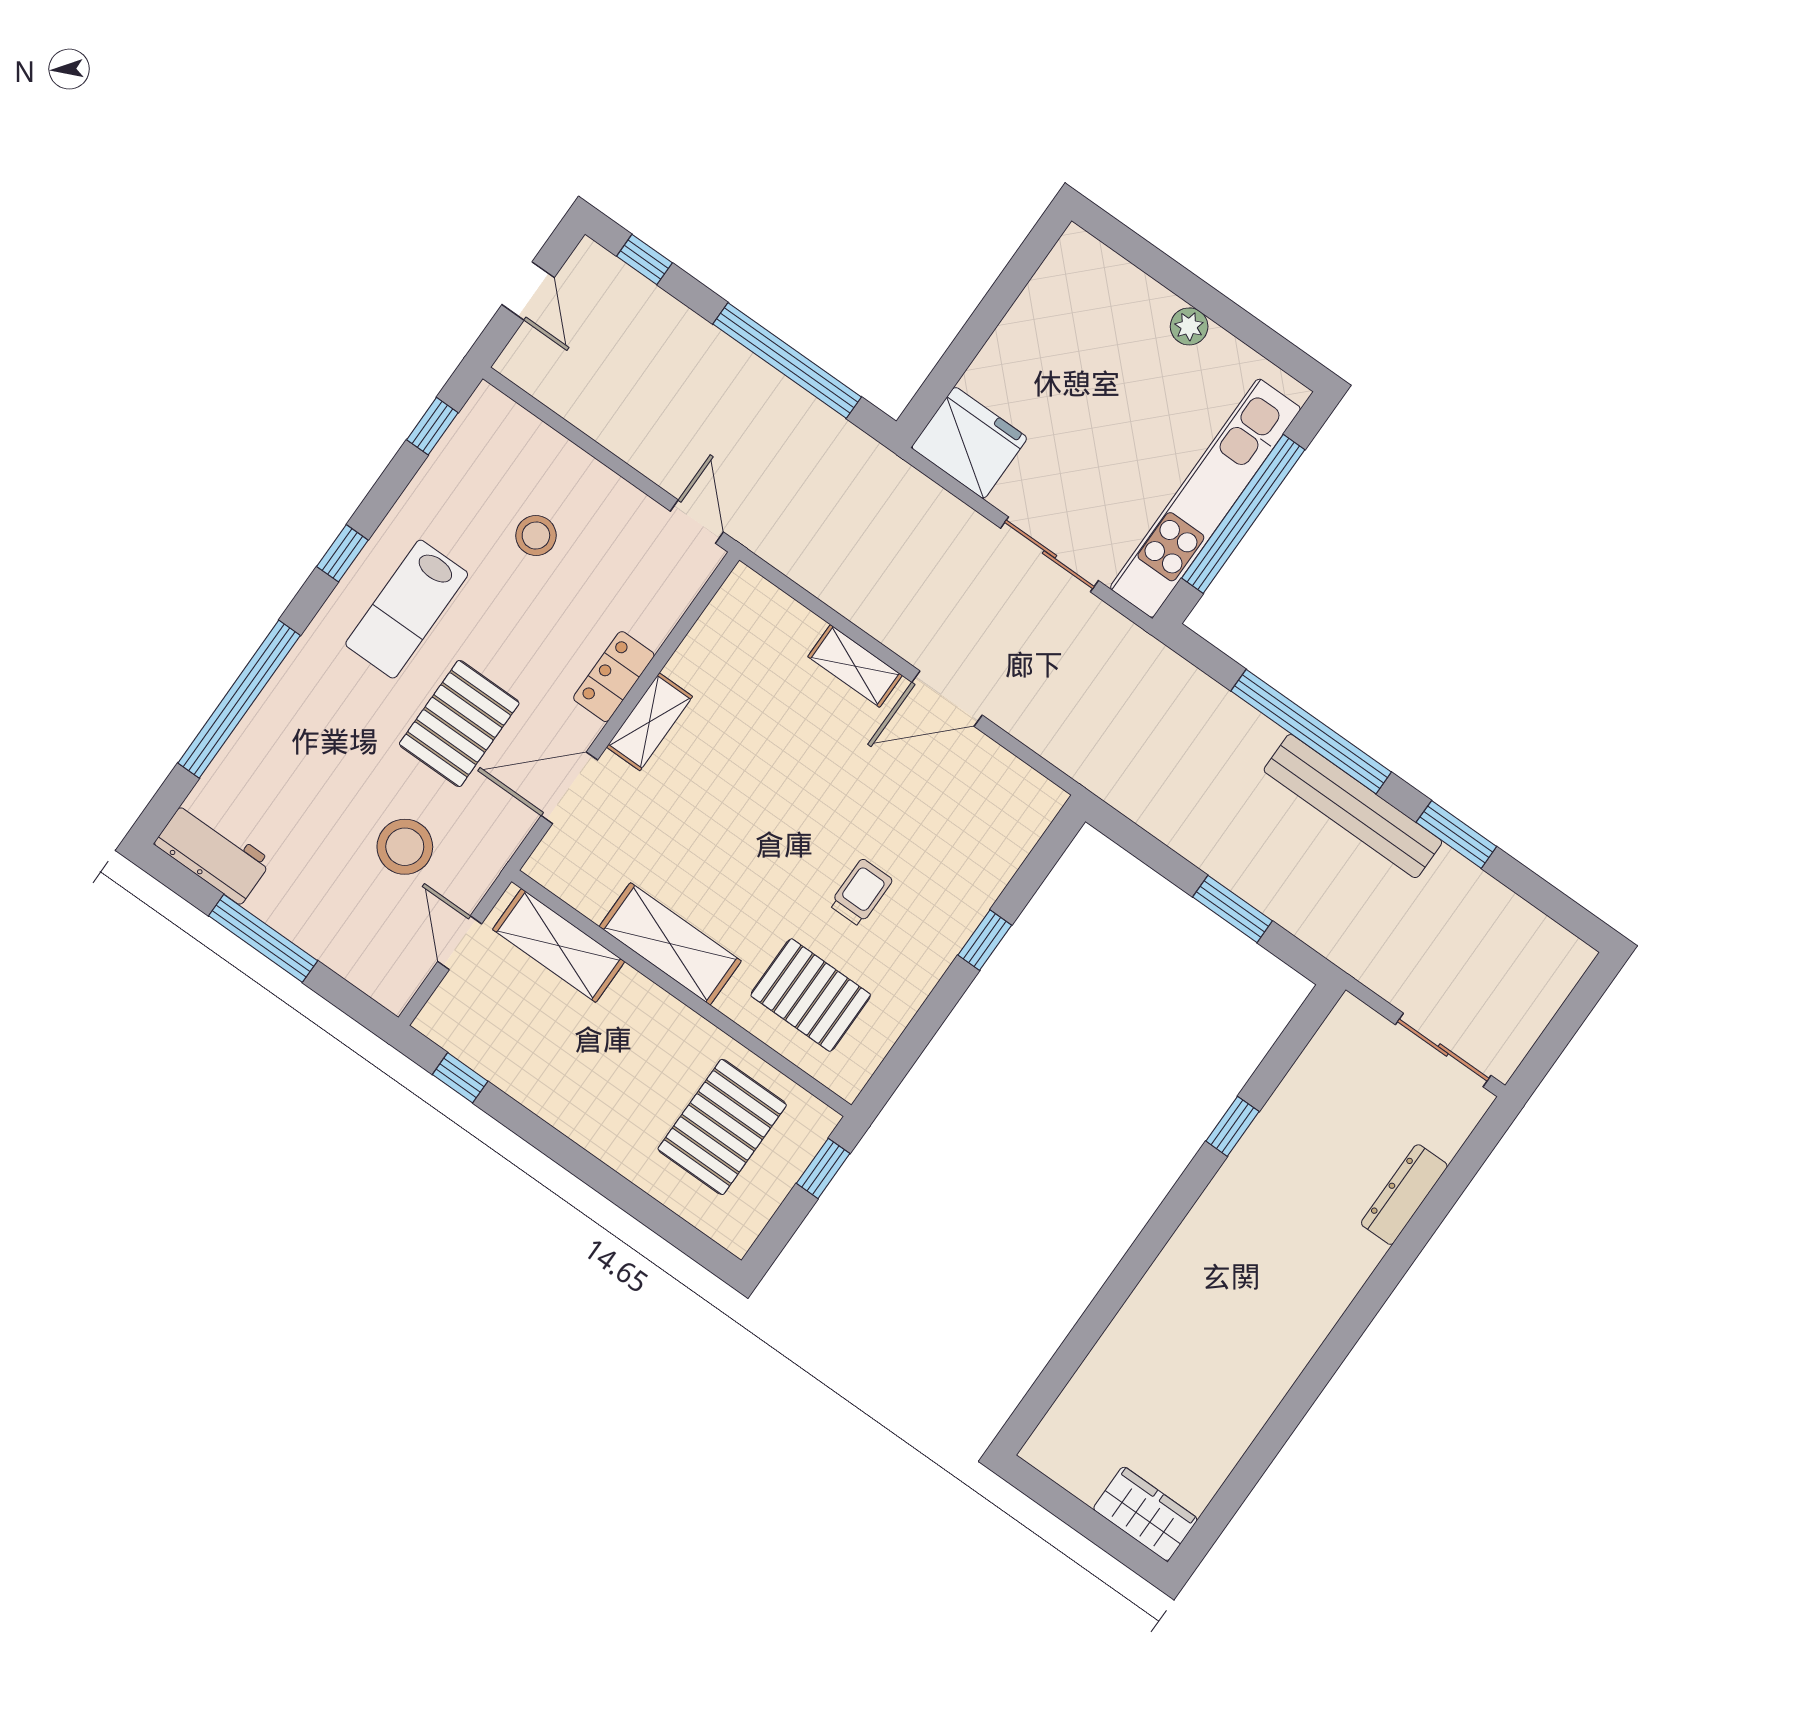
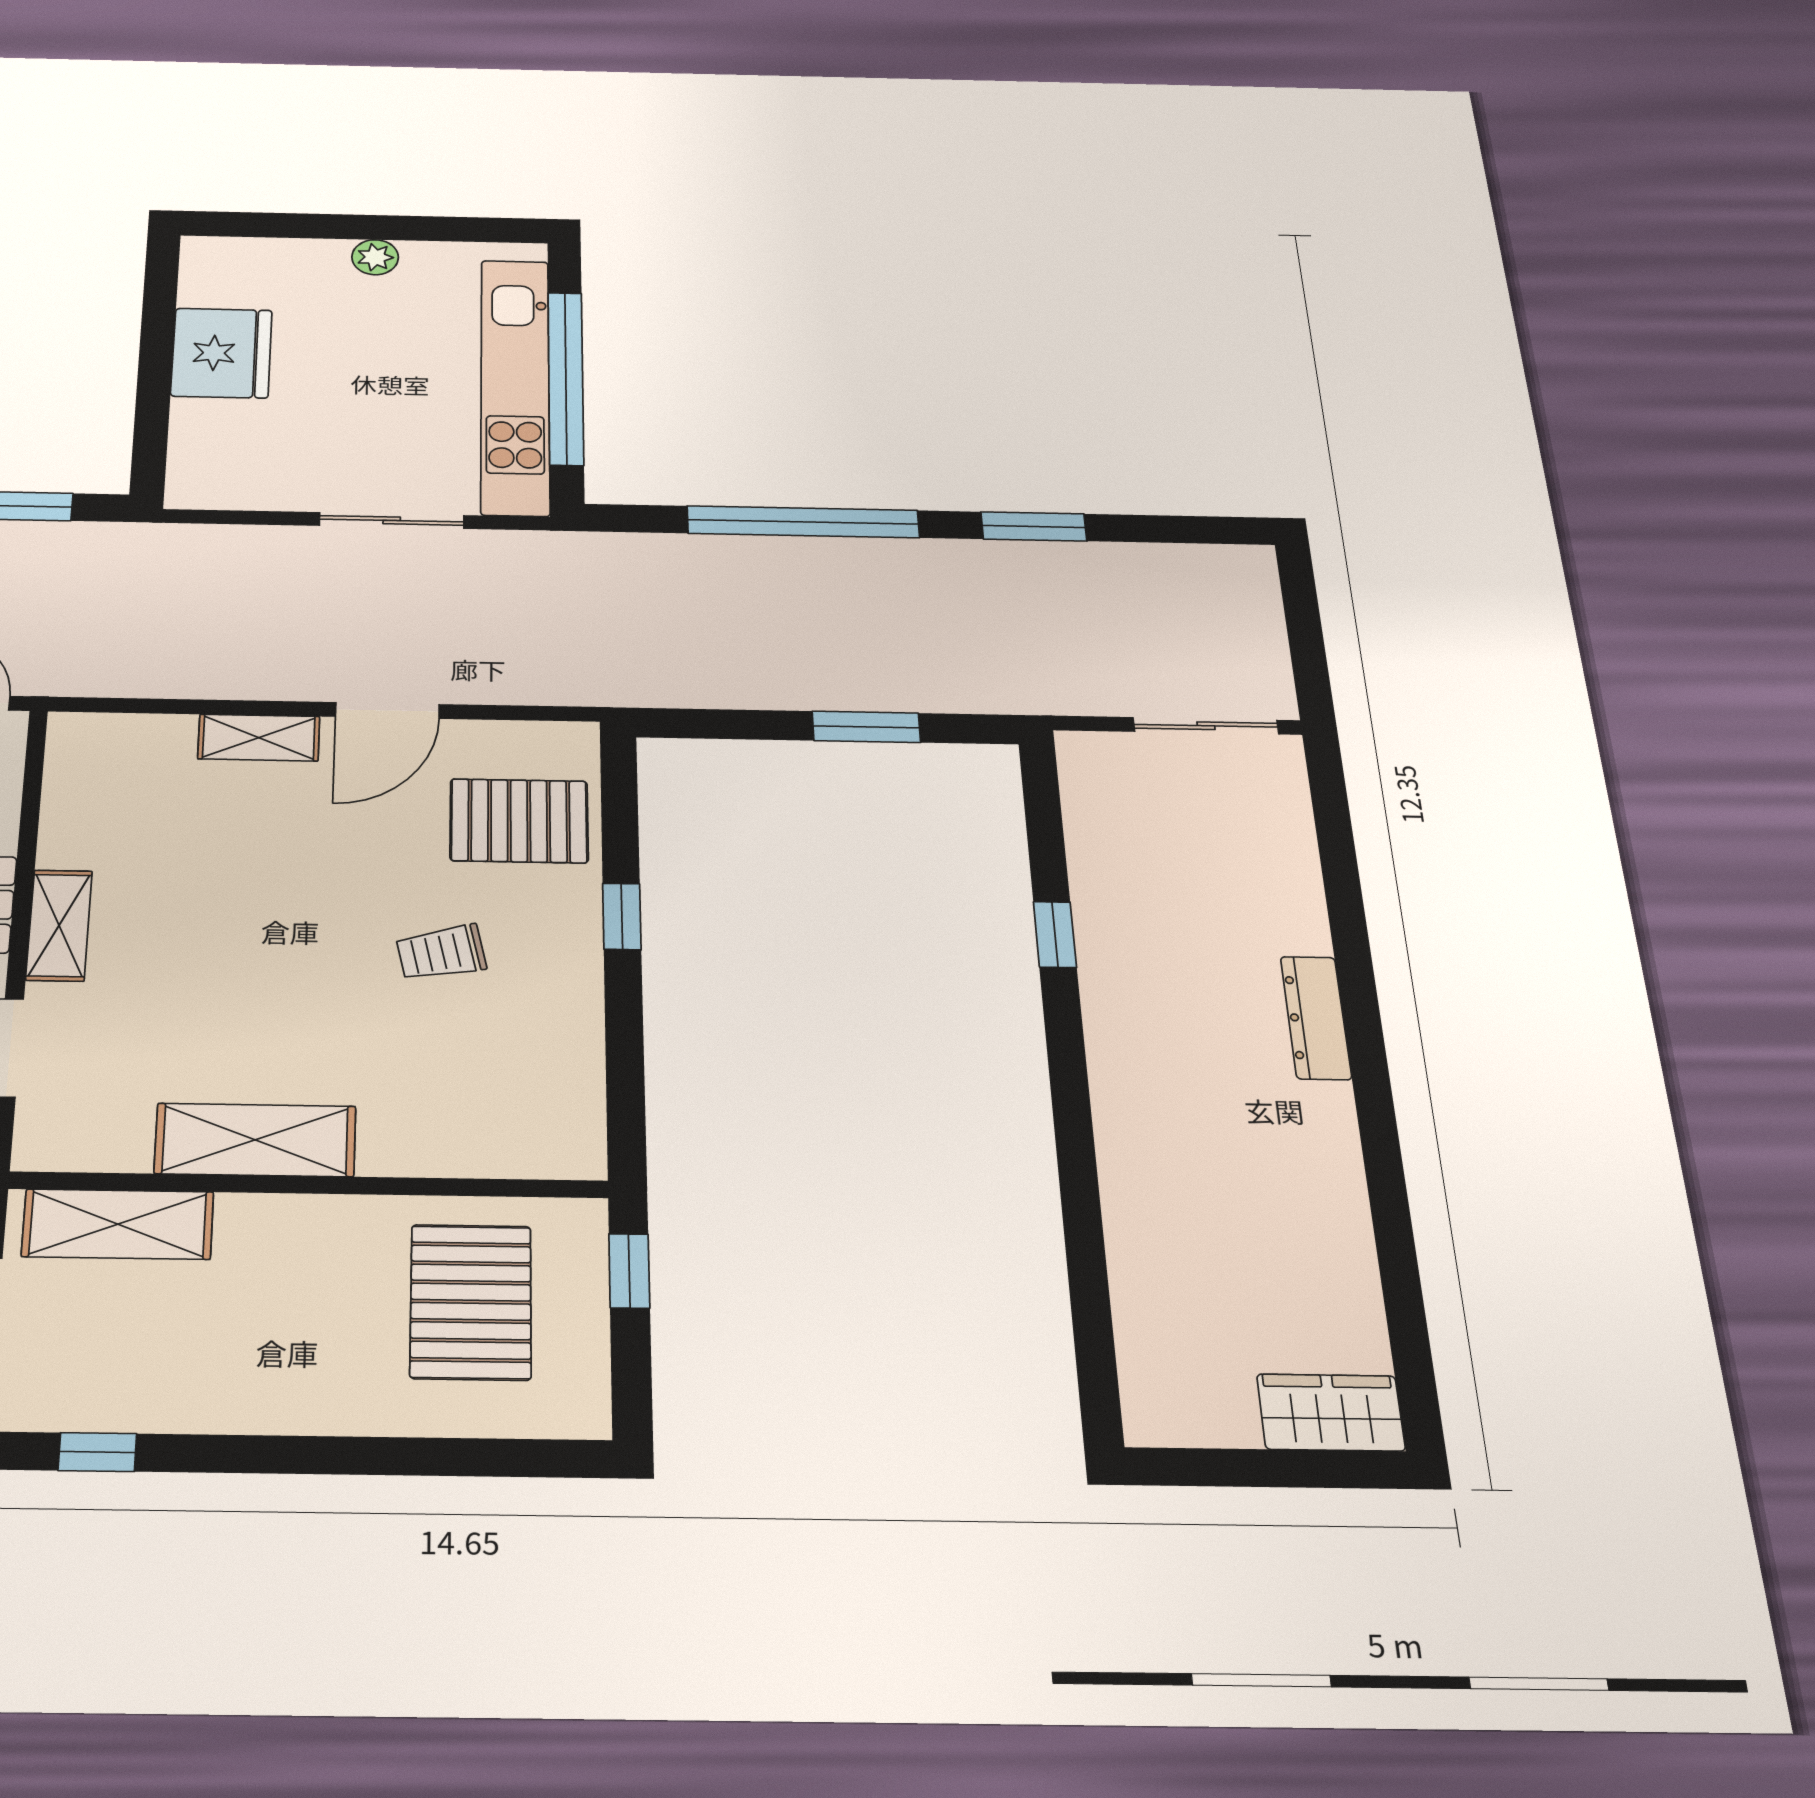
fridge: (969, 443) -> (222, 353), moved, turned 90
bench: (1353, 806) -> (906, 562), removed
trolley: (861, 892) -> (441, 953), turned -102
pallet: (811, 995) -> (519, 821), moved
dresser: (1404, 1195) -> (1316, 1018), moved

